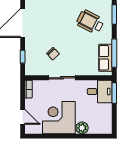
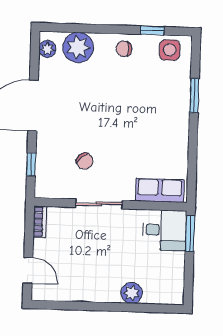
wheelchair: (90, 22) -> (152, 107), removed
window: (114, 53) -> (192, 164), removed
row of seats: (105, 58) -> (160, 190), moved, turned 90
corner desk: (59, 118) -> (92, 274), removed

